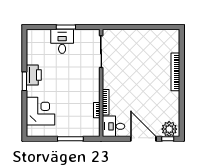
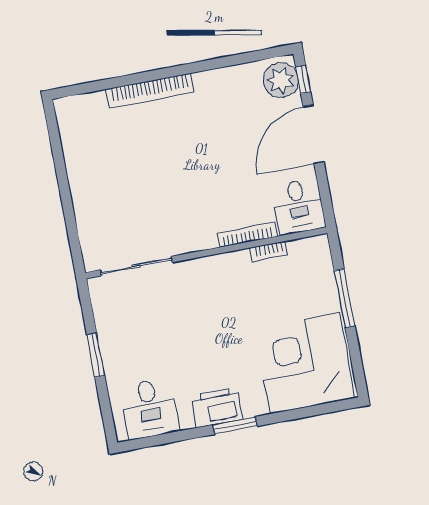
desk: (62, 41) -> (149, 408), moved, turned -90
corner desk: (40, 111) -> (304, 363), width x1.36, depth x1.36

